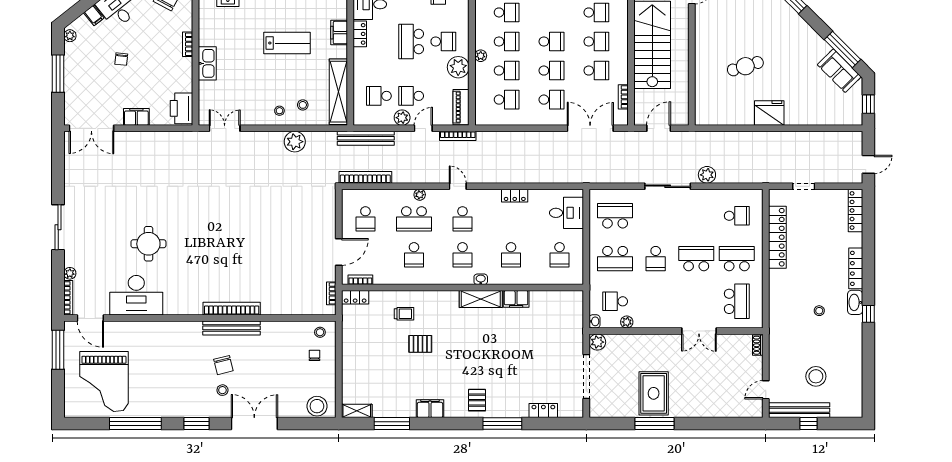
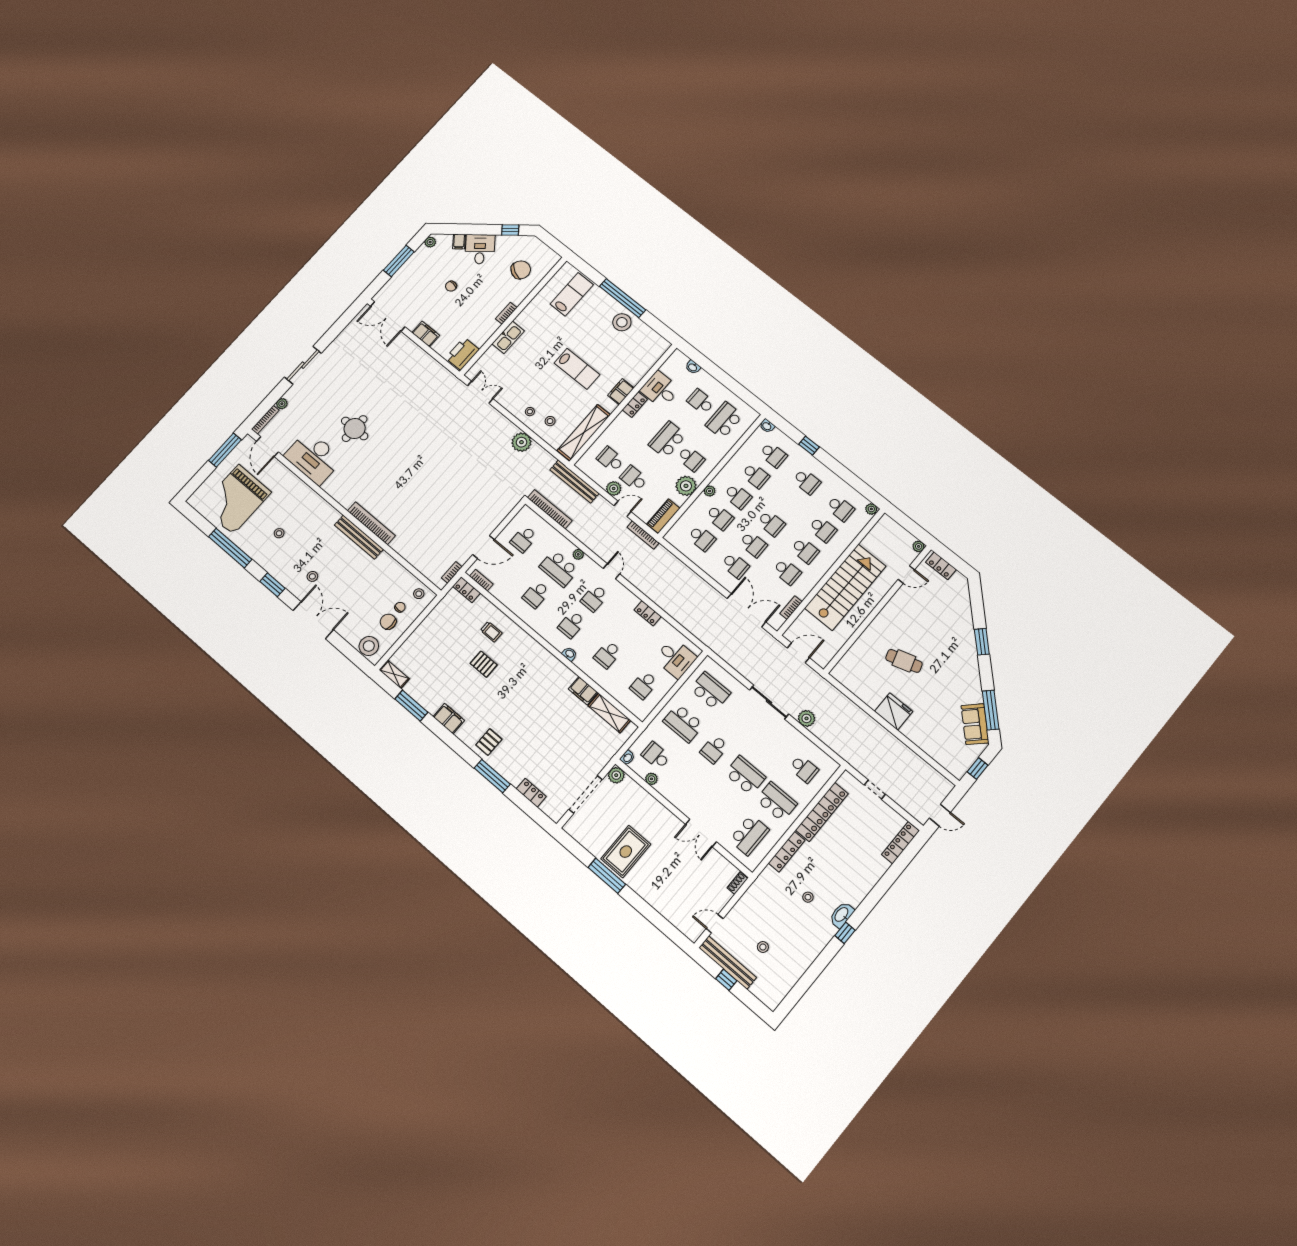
locker: (856, 268) -> (787, 852), moved, turned 180
shelving: (481, 299) -> (609, 713), moved
chair: (223, 365) -> (388, 622), moved, turned 104
stool: (816, 376) -> (763, 947), width x0.53, depth x0.53
stool: (164, 379) -> (279, 533), added

